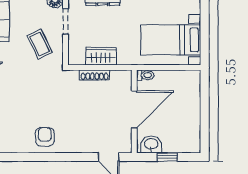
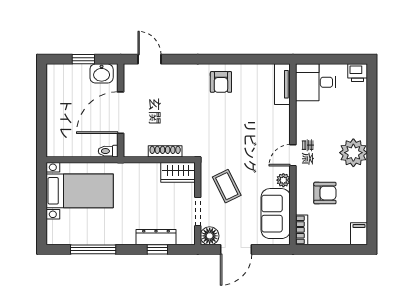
wardrobe: (101, 56) -> (178, 172), moved

